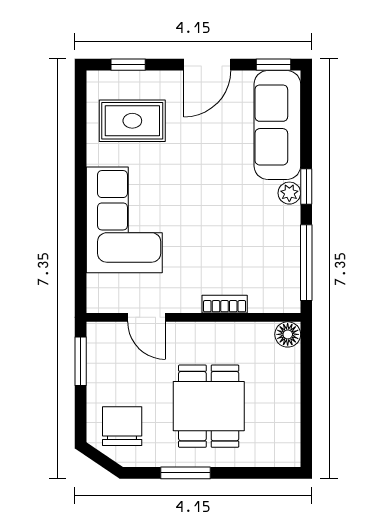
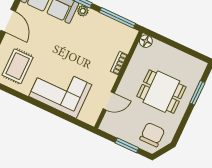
window: (81, 361) -> (127, 145), moved
chair: (122, 426) -> (152, 135), turned 90
window: (185, 473) -> (197, 93), moved

